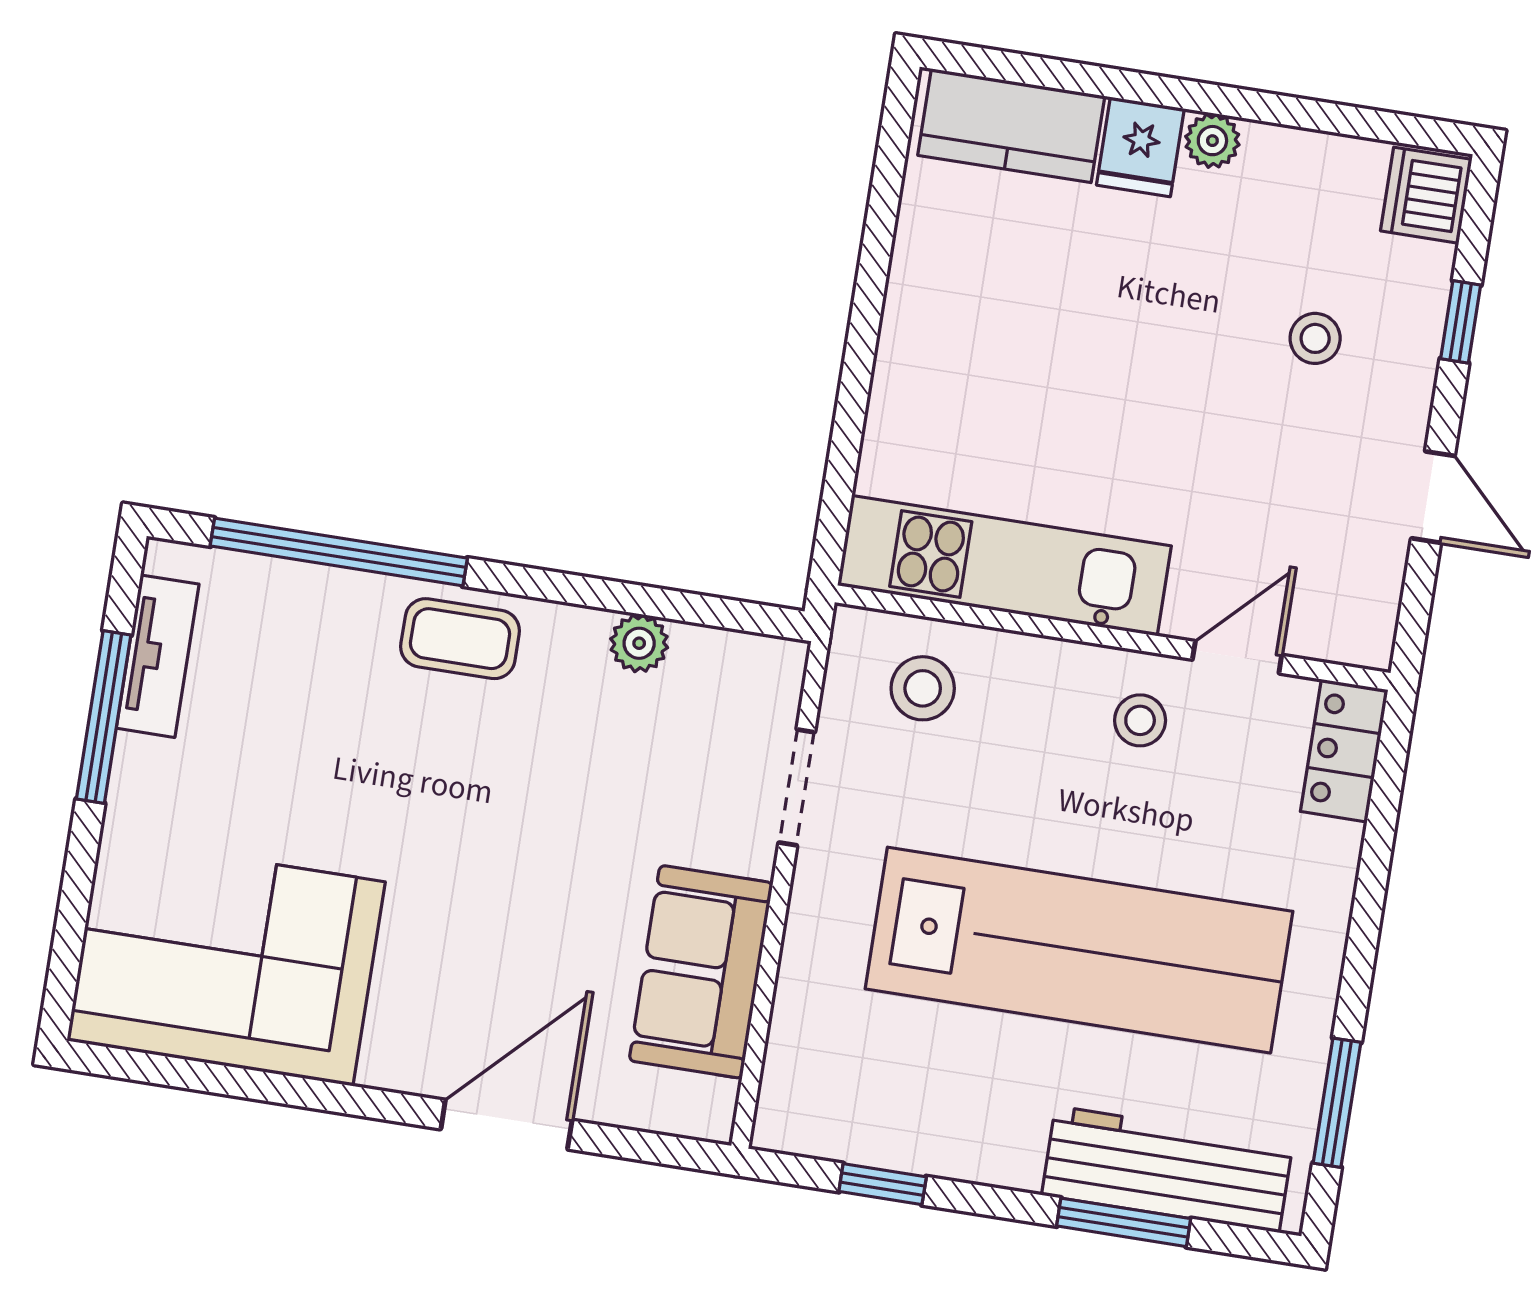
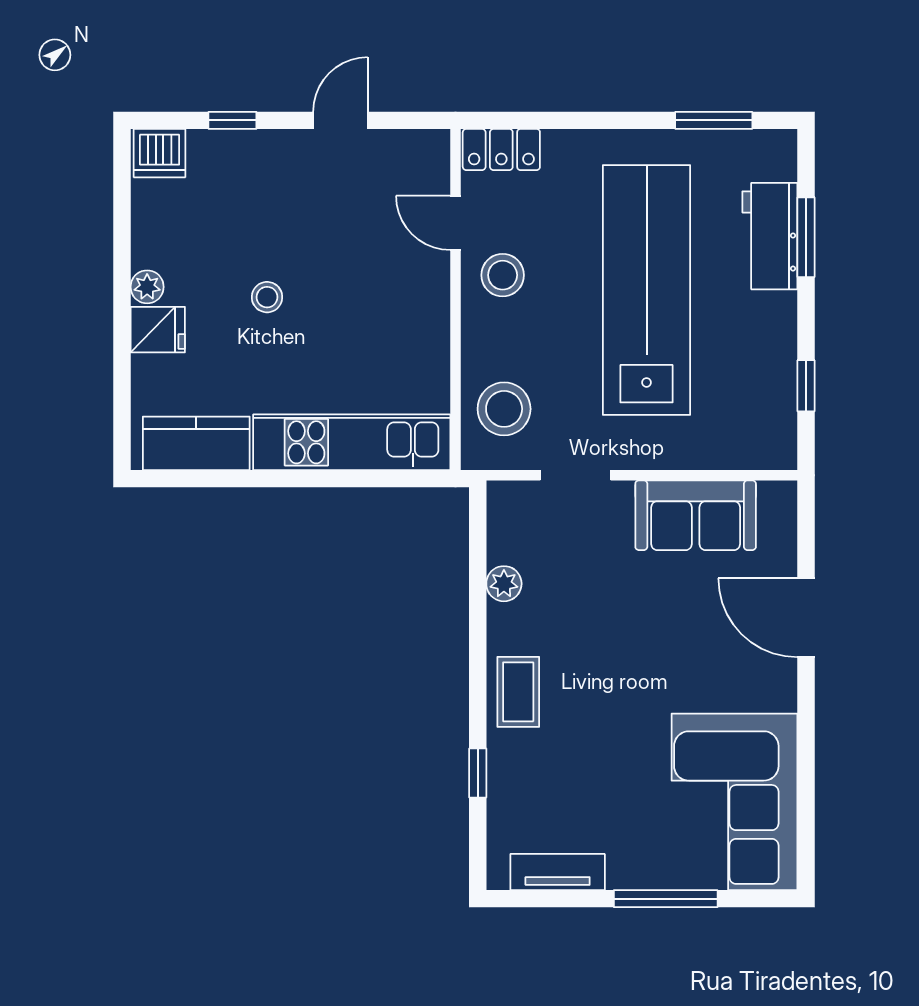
kitchen counter: (1011, 126) -> (196, 443), moved, turned -90
stool: (1315, 338) -> (267, 297), moved
window: (339, 552) -> (478, 773), width x0.32
kitchen unit: (1004, 566) -> (352, 442), moved, turned 90
stool: (923, 688) -> (504, 409), width x1.38, depth x1.38
window: (104, 717) -> (666, 899), moved
stool: (1140, 720) -> (503, 275), width x1.37, depth x1.37
workbench: (1167, 1169) -> (770, 236), width x0.73

